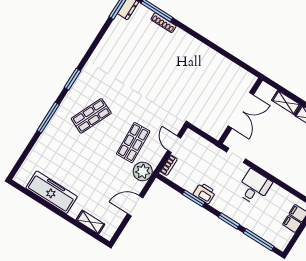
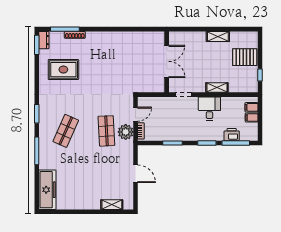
rug: (129, 51) -> (63, 70), added
shelving: (286, 103) -> (217, 88), moved
door: (174, 144) -> (135, 114), swing flipped
plant: (143, 171) -> (126, 132), moved
freezer: (52, 192) -> (47, 190), moved, turned 90
printer: (204, 193) -> (232, 135), moved
door: (135, 206) -> (135, 174), swing flipped

